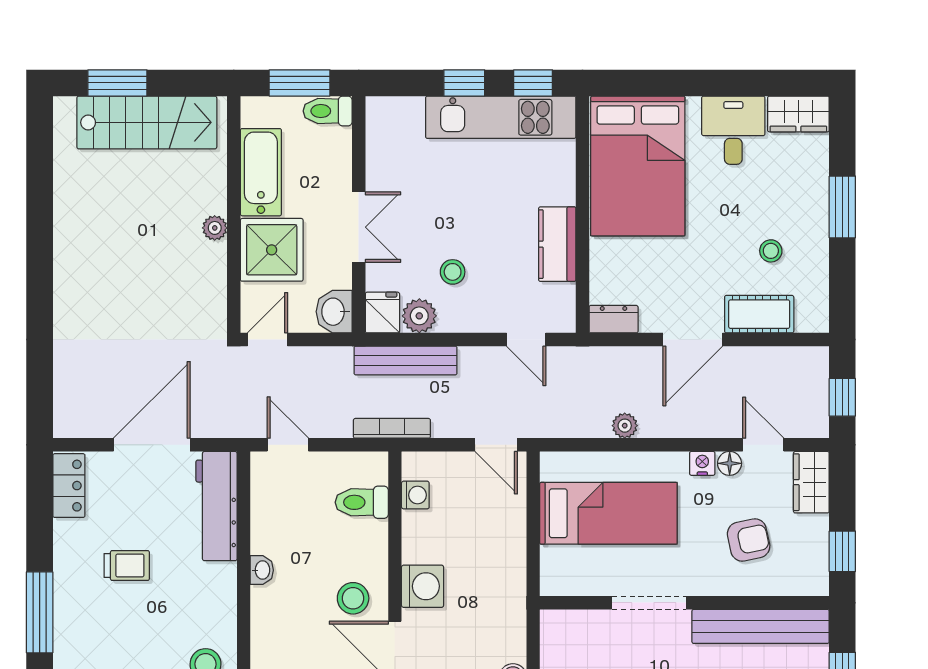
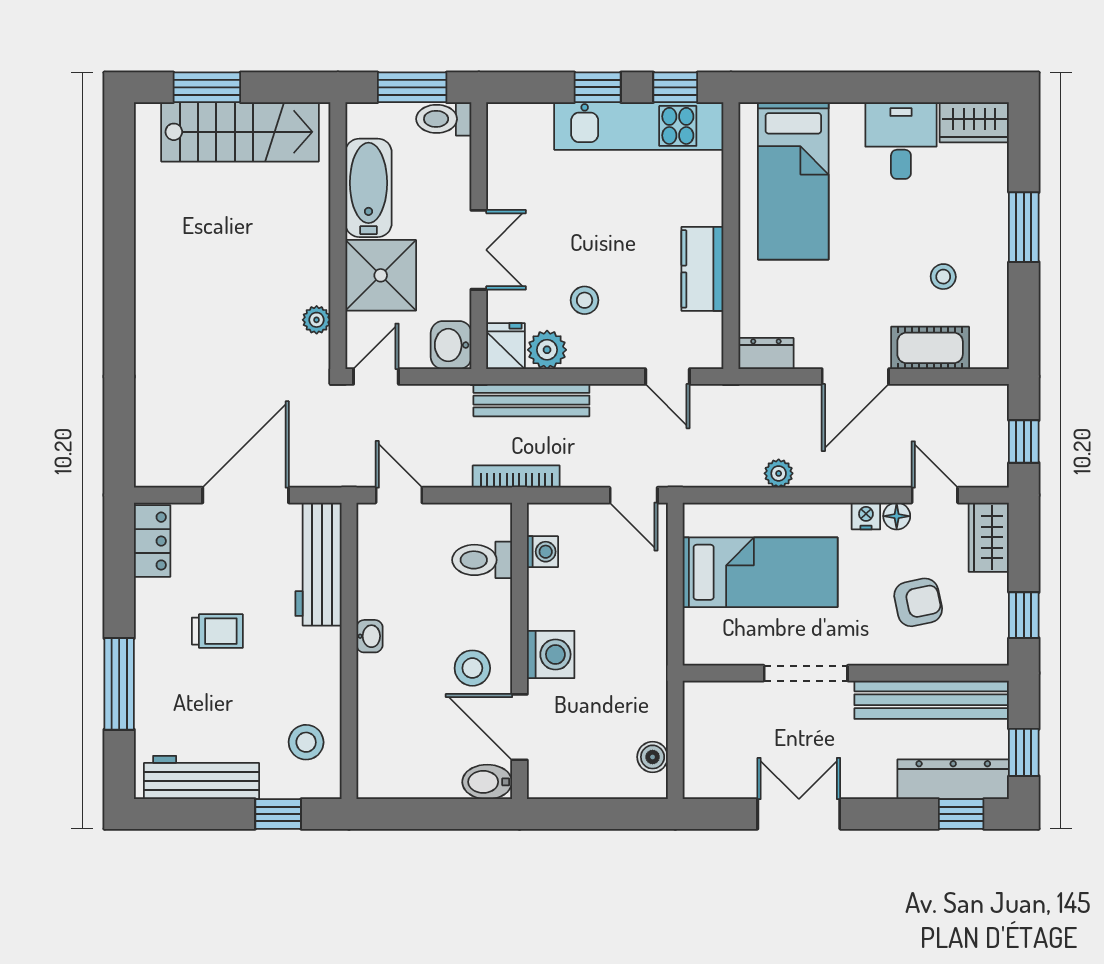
bed: (638, 166) -> (793, 181), width x0.67
plant: (215, 228) -> (317, 320), moved

